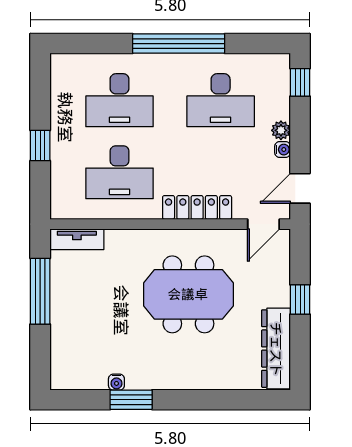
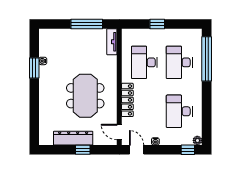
window: (179, 44) -> (207, 59), moved
plant: (281, 130) -> (197, 140), moved
dresser: (276, 349) -> (73, 138), moved

